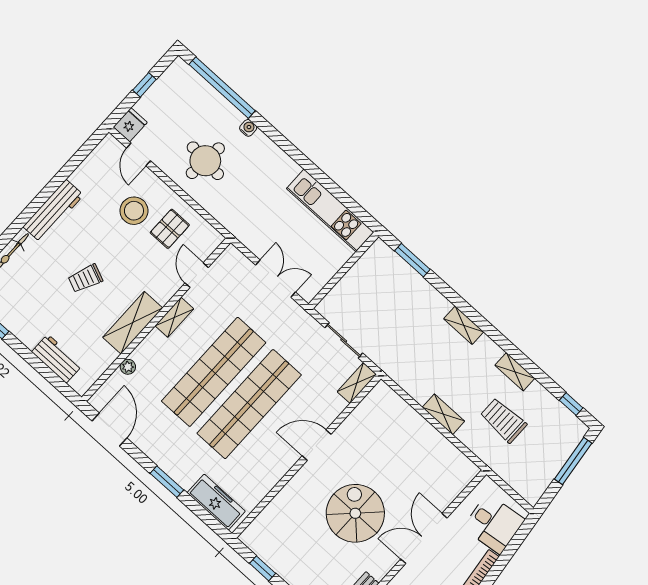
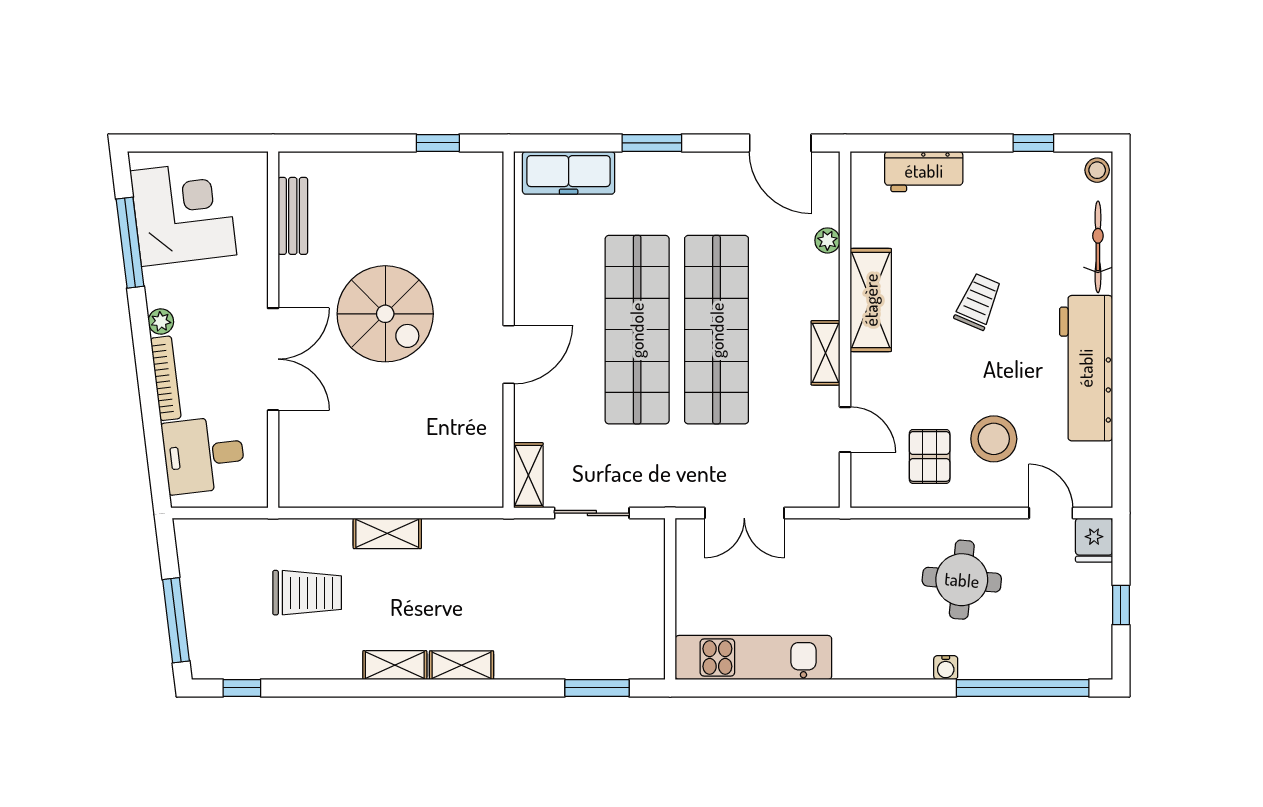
workbench: (53, 211) -> (1086, 368), width x1.36, depth x1.32
shelving: (515, 372) -> (395, 665), moved

